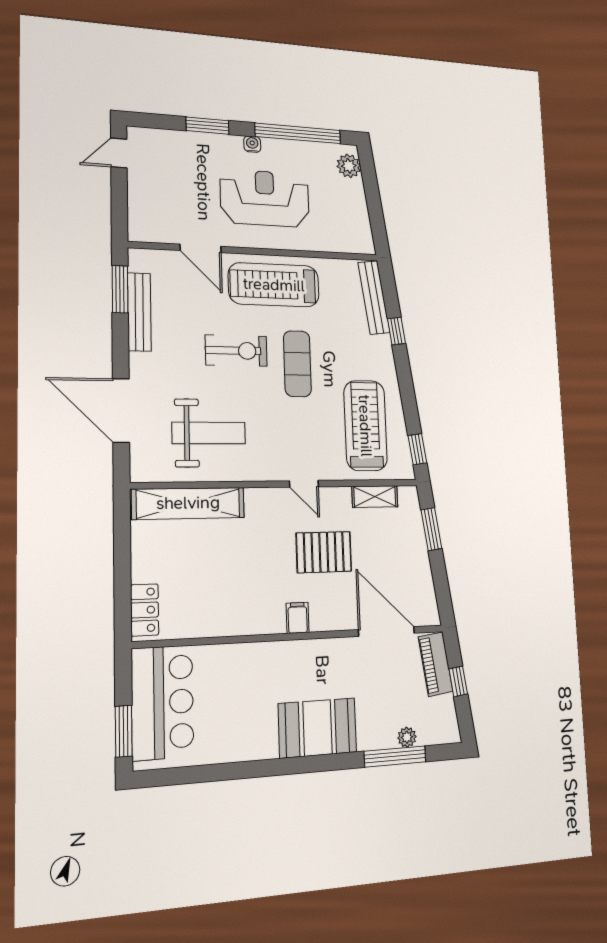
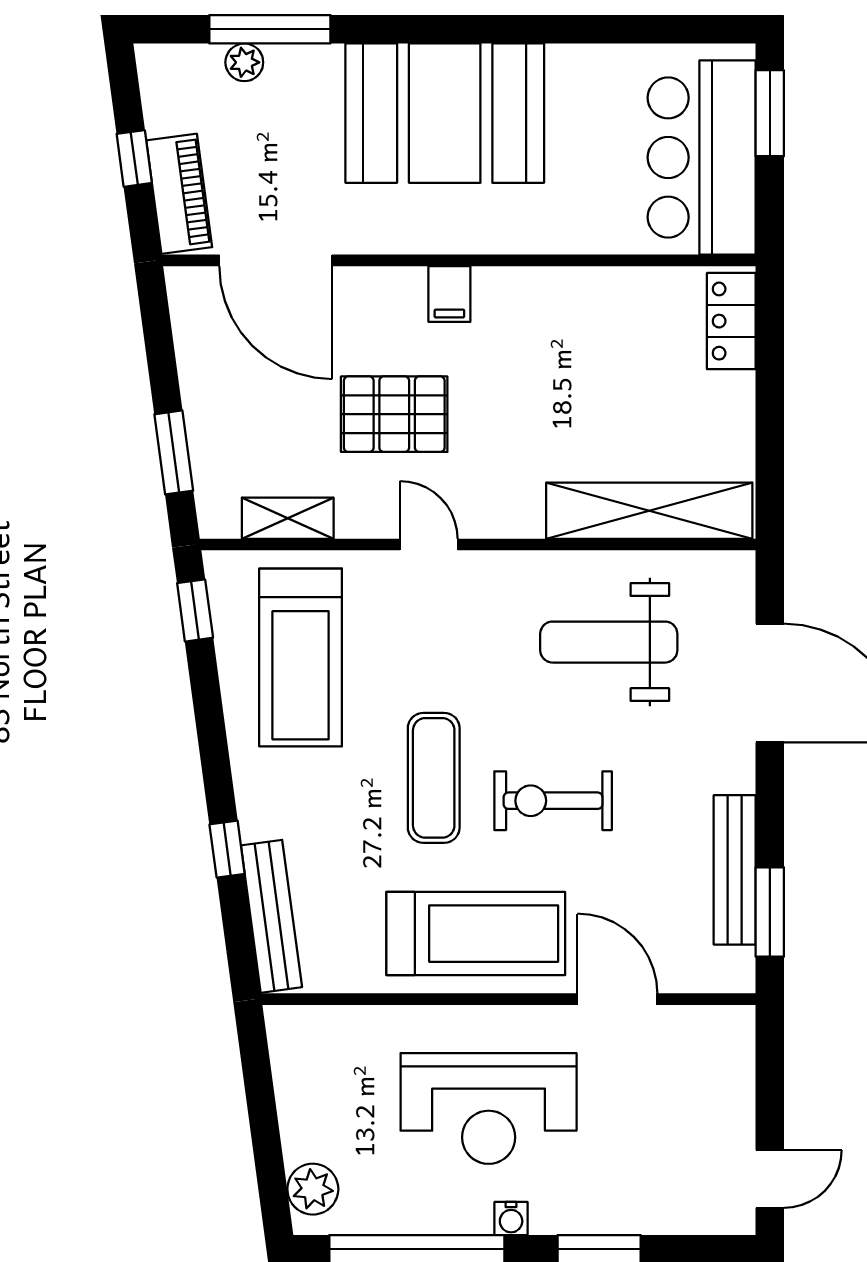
booth: (317, 728) -> (445, 113), width x1.36, depth x1.42

